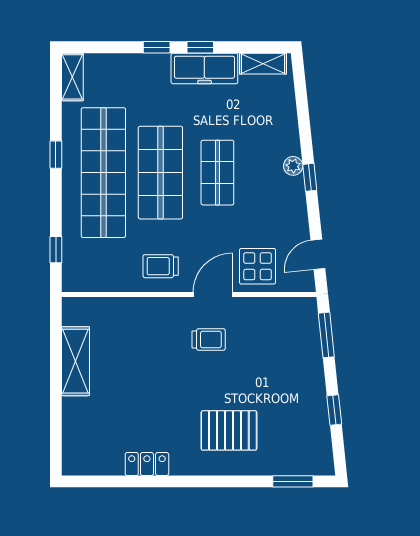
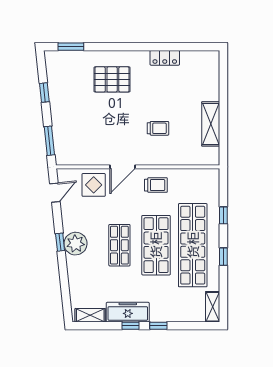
plant: (293, 166) -> (76, 244), width x1.87, depth x1.87
window: (56, 250) -> (223, 215), moved
trolley: (209, 339) -> (158, 128), moved, turned 180

